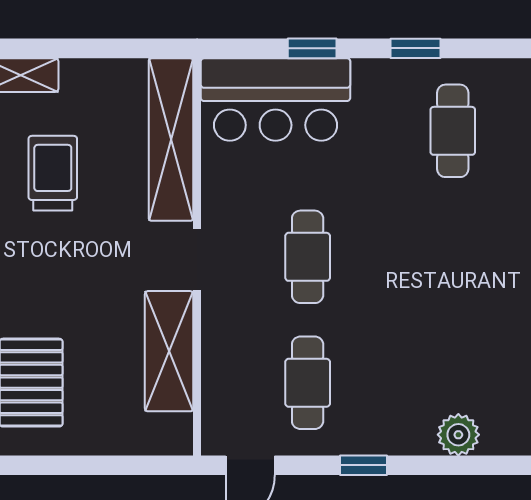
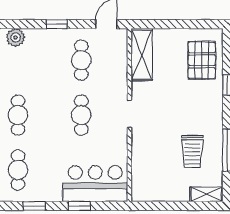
shelving: (171, 140) -> (141, 166), removed
cafe table: (453, 257) -> (18, 115), added
shelving: (169, 351) -> (142, 55), moved

